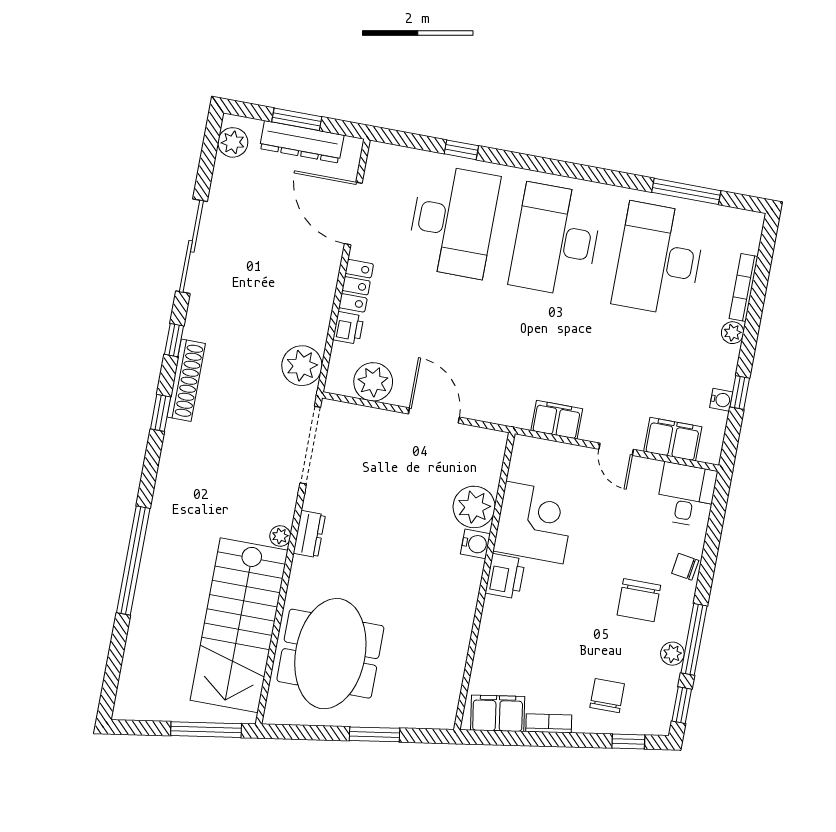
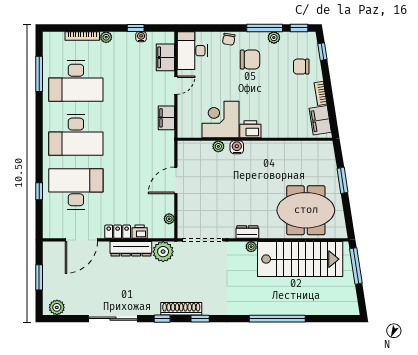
dresser: (302, 142) -> (131, 249), moved, turned 90
plant: (373, 382) -> (169, 219), width x0.53, depth x0.53
desk: (686, 495) -> (192, 51), width x1.37
plant: (474, 507) -> (218, 146), width x0.53, depth x0.53

